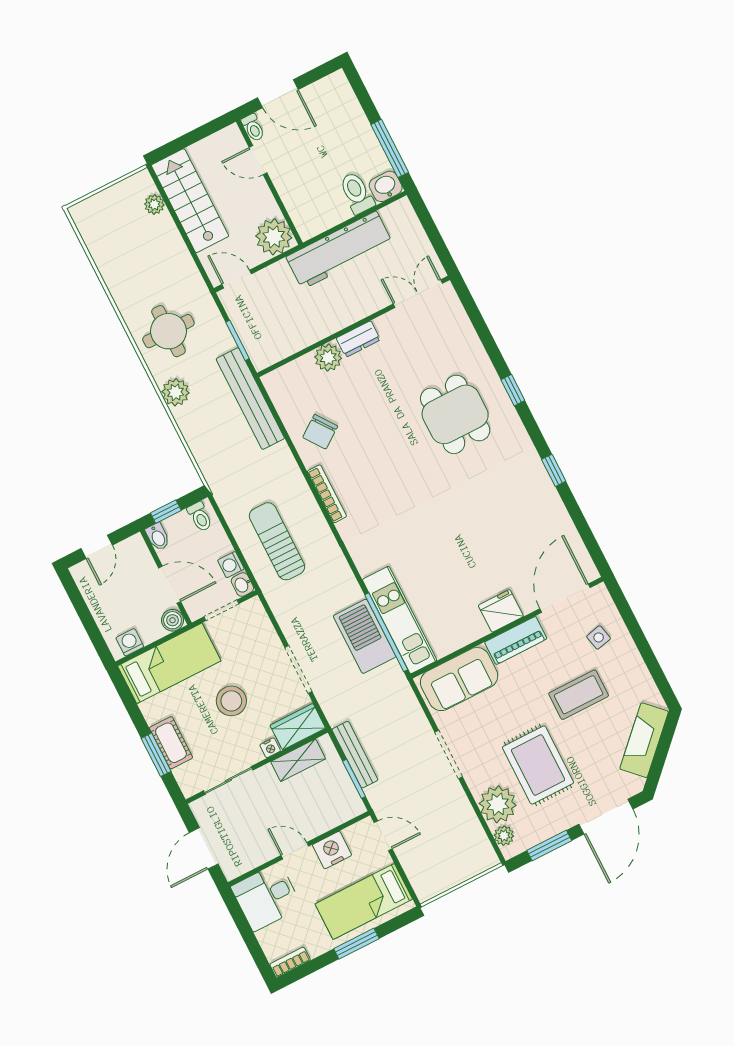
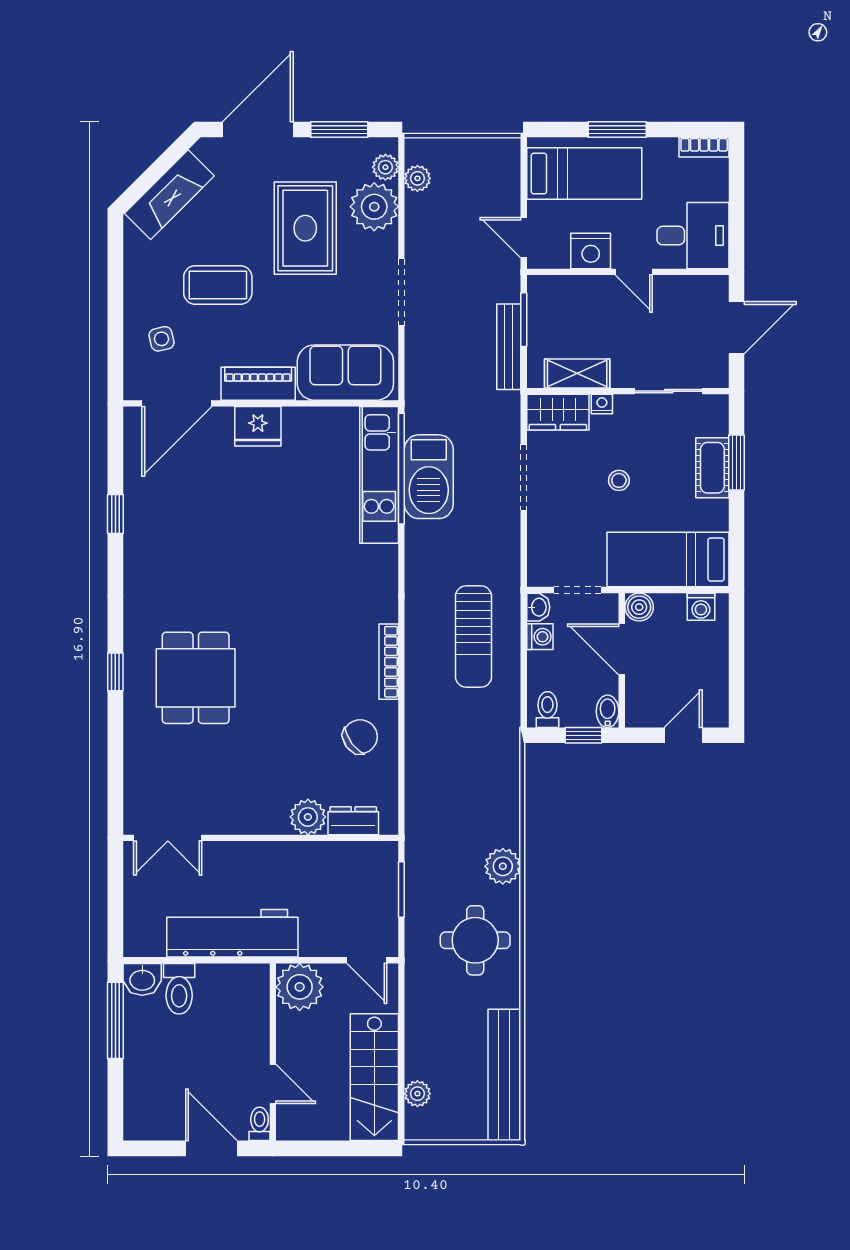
dresser: (358, 339) -> (353, 821), moved
bench: (250, 399) -> (504, 1075), moved
window: (554, 470) -> (115, 514), moved
stool: (231, 701) -> (619, 480), width x0.53, depth x0.53
plant: (478, 839) -> (417, 178), added

